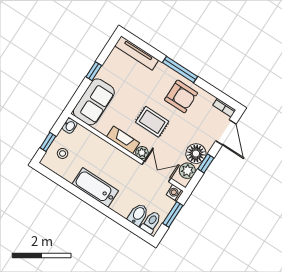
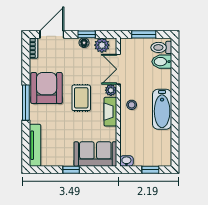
armchair: (181, 96) -> (47, 88), width x1.36, depth x1.36
stool: (63, 153) -> (132, 105), moved
floor lamp: (196, 154) -> (84, 43), width x0.53, depth x0.53
washing machine: (175, 193) -> (126, 44), removed

